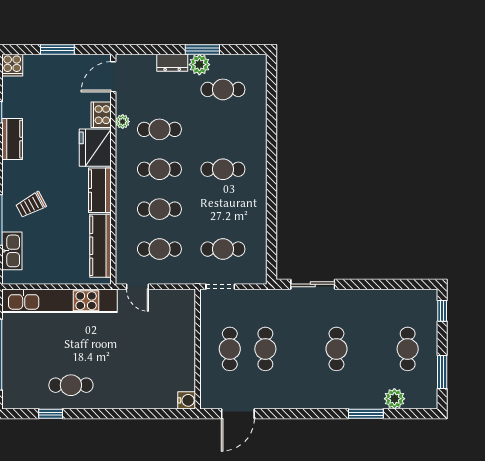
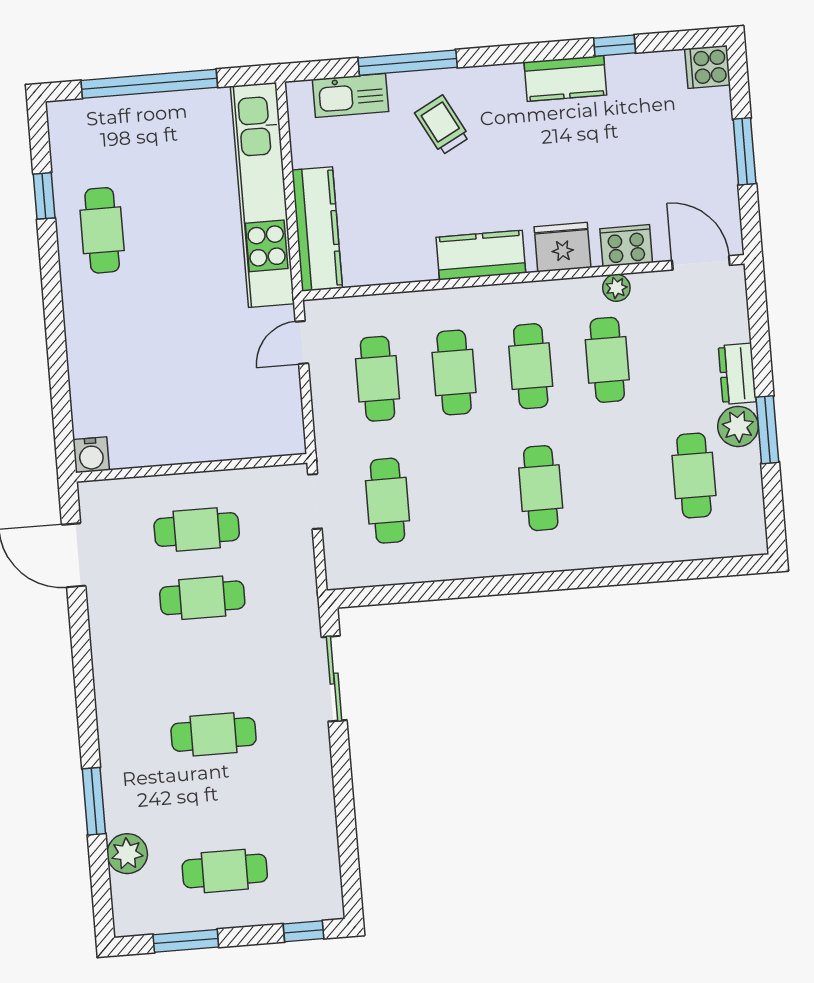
fridge: (95, 148) -> (562, 247), width x0.73, depth x0.75
kitchen counter: (101, 246) -> (317, 229), moved, turned 90

